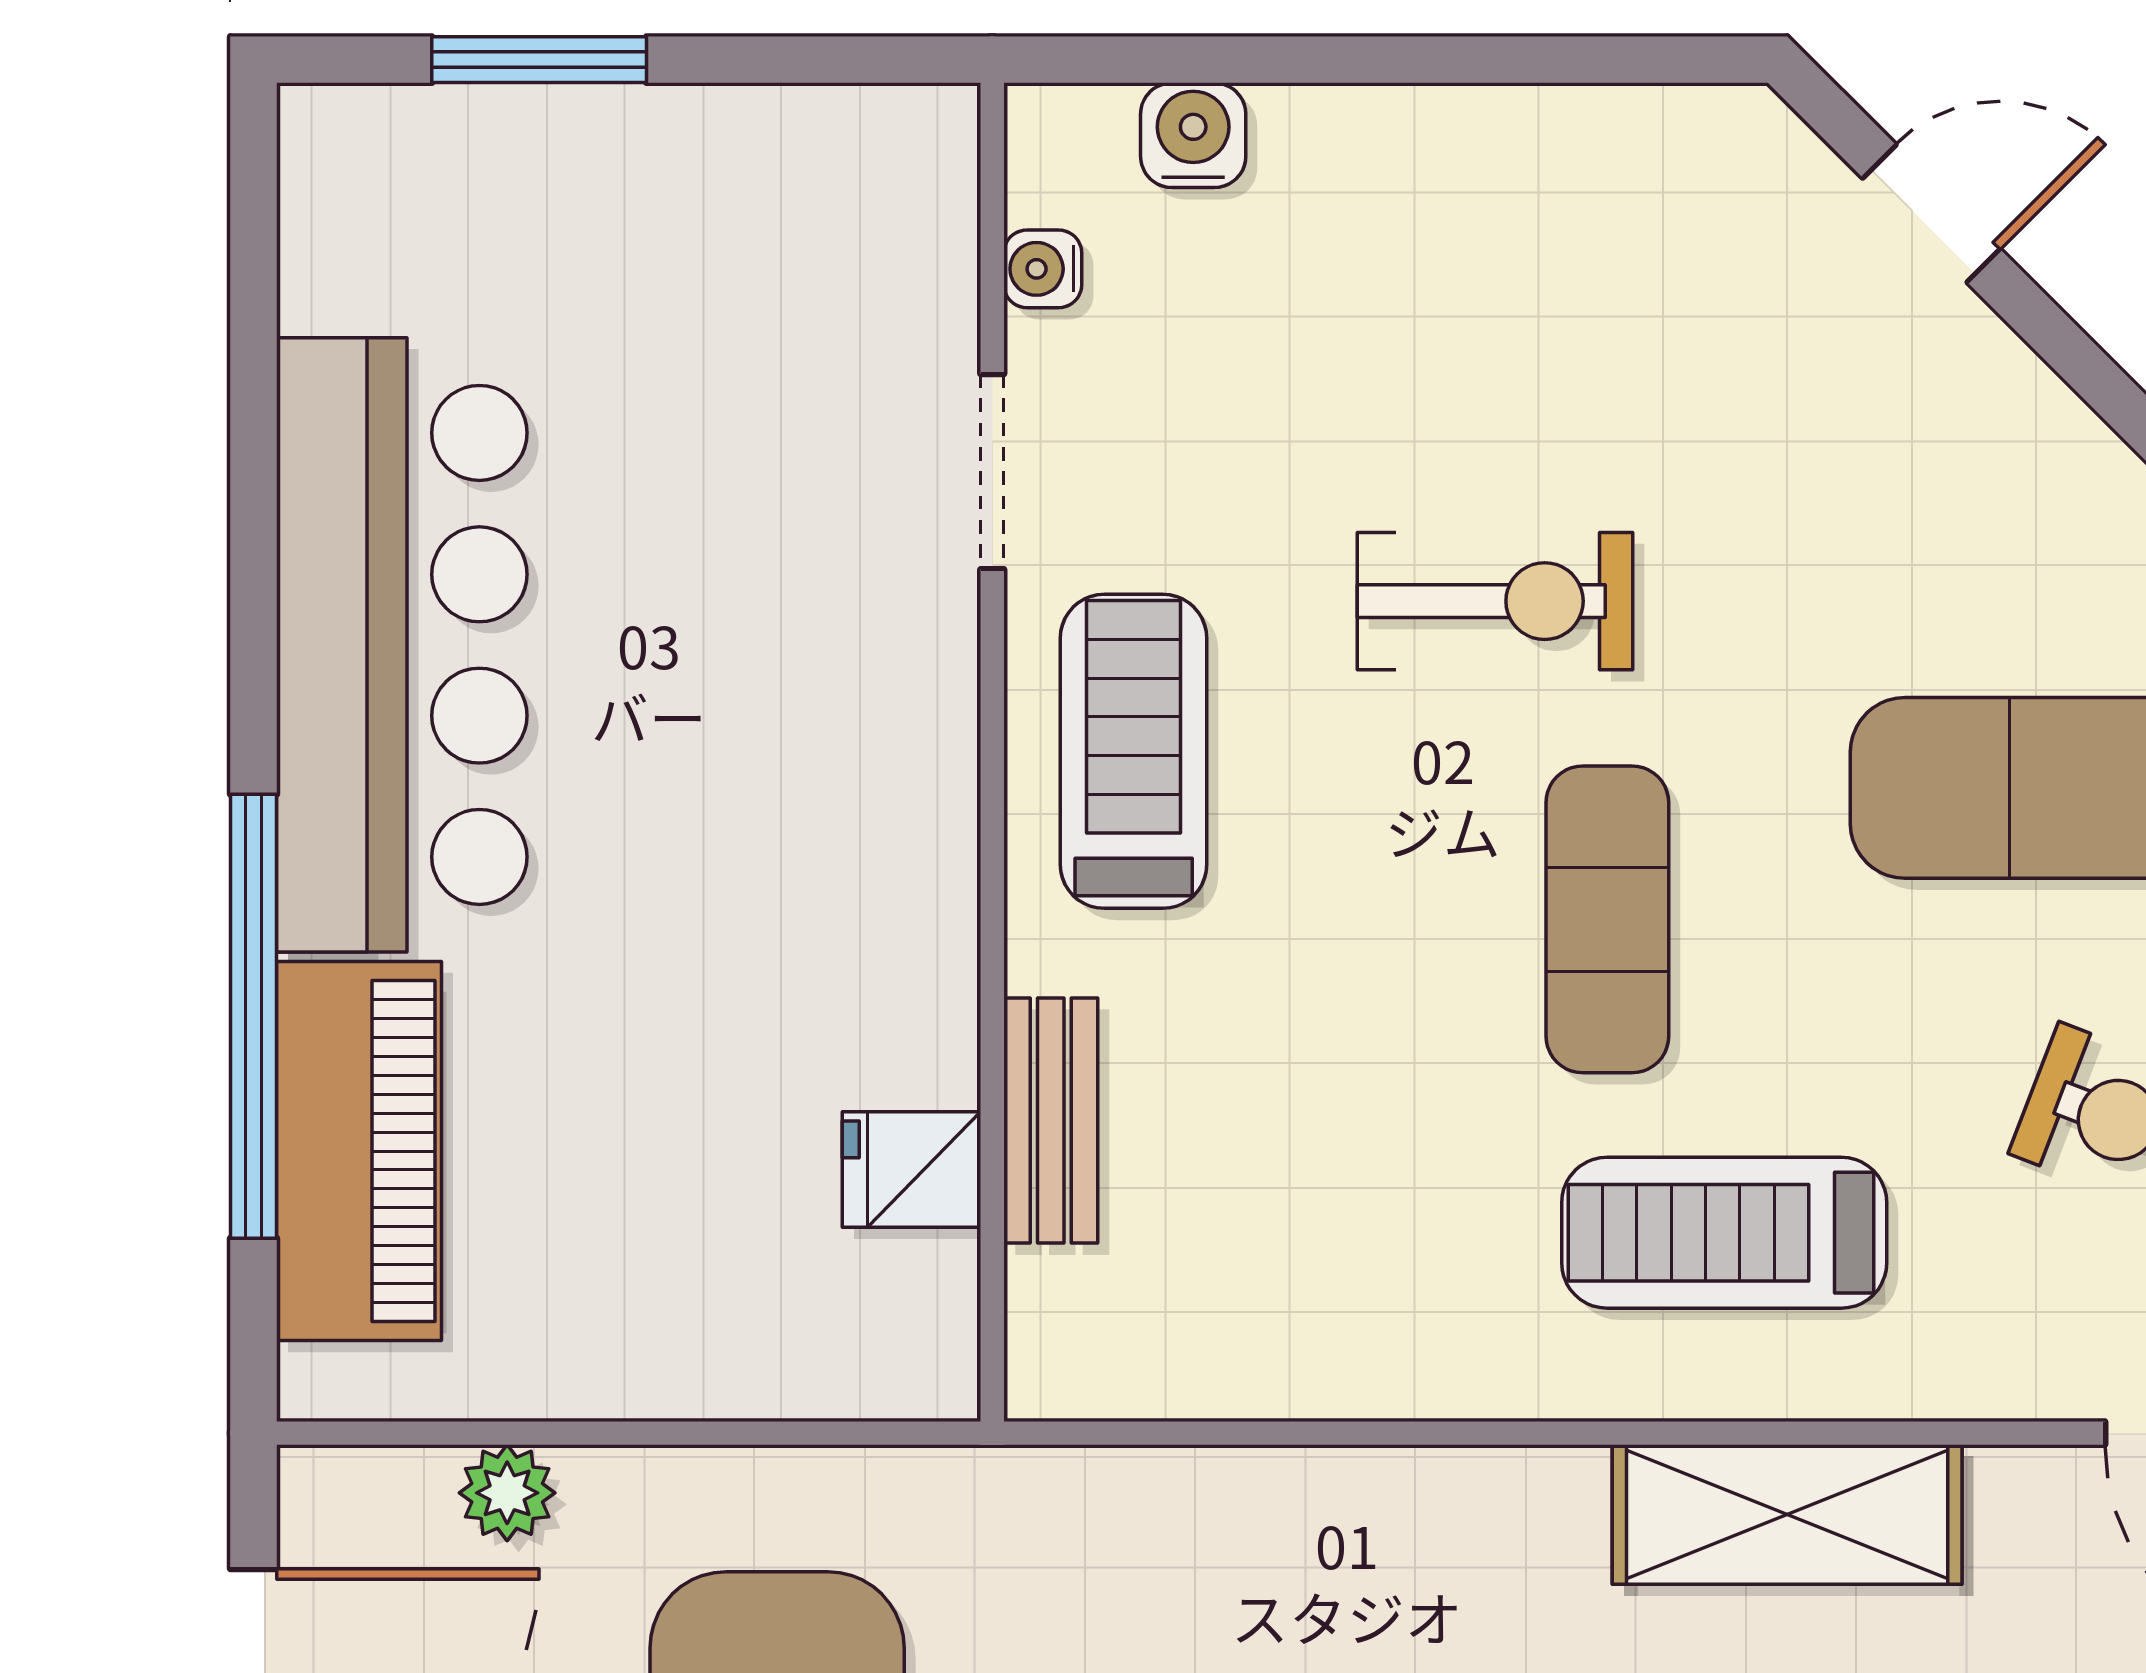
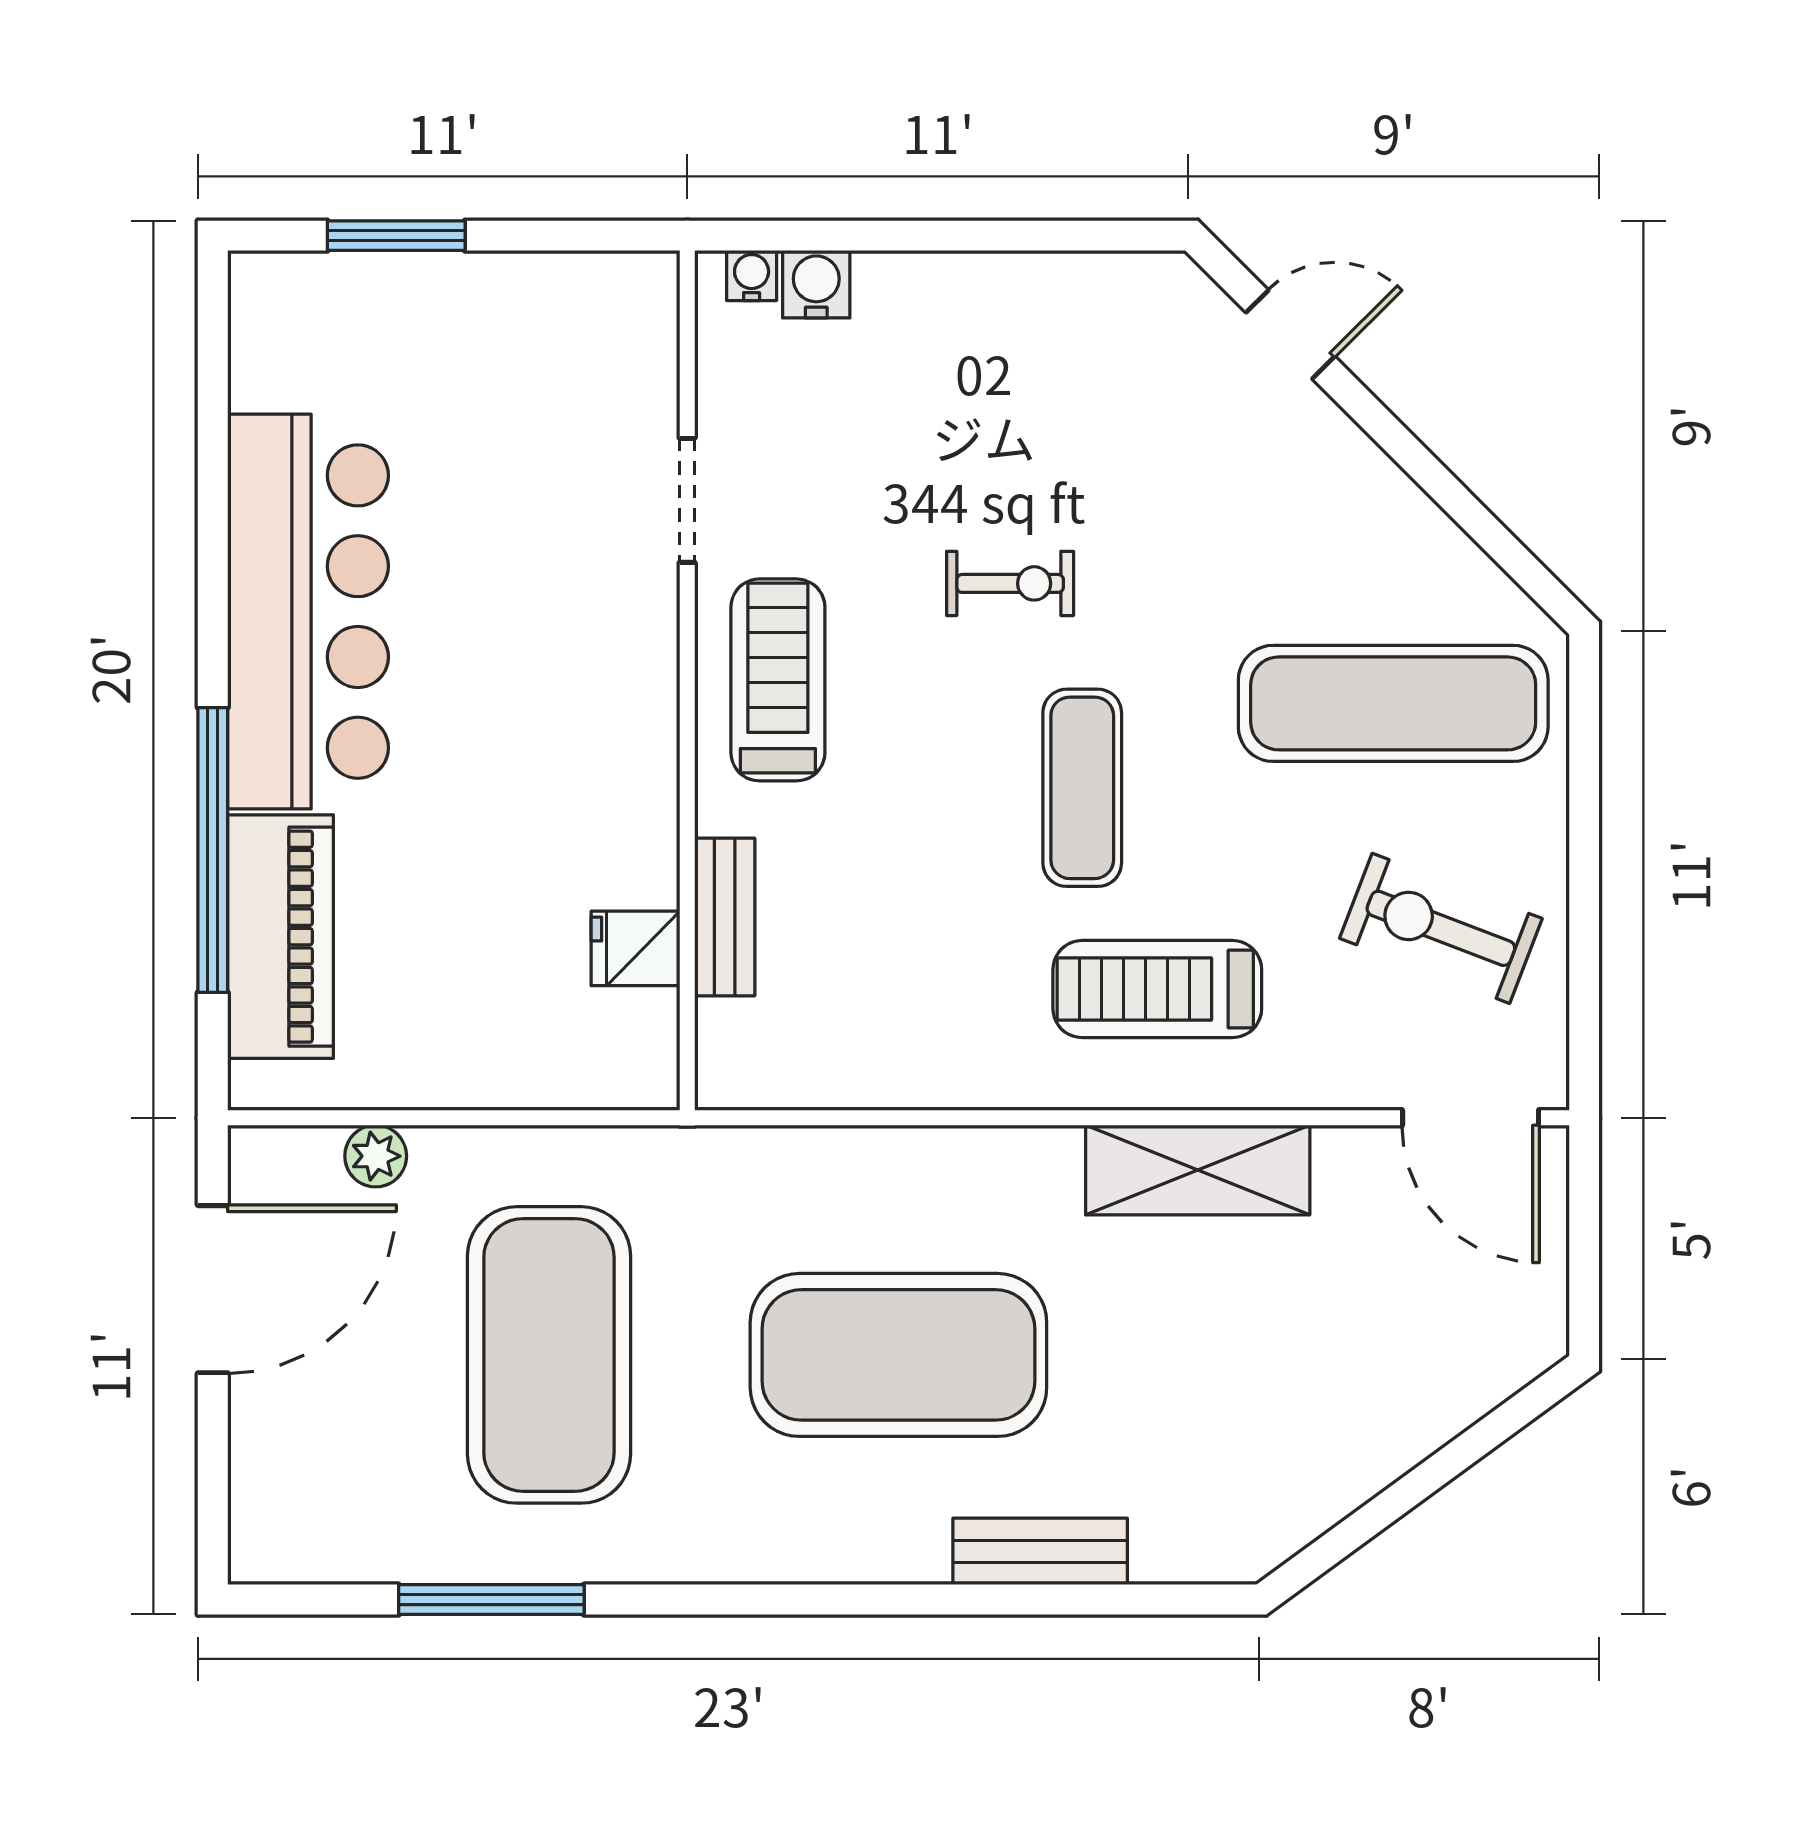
water cooler: (1043, 269) -> (752, 276), moved, turned 90
exercise bike: (1495, 601) -> (1010, 583), width x0.73, depth x0.72

